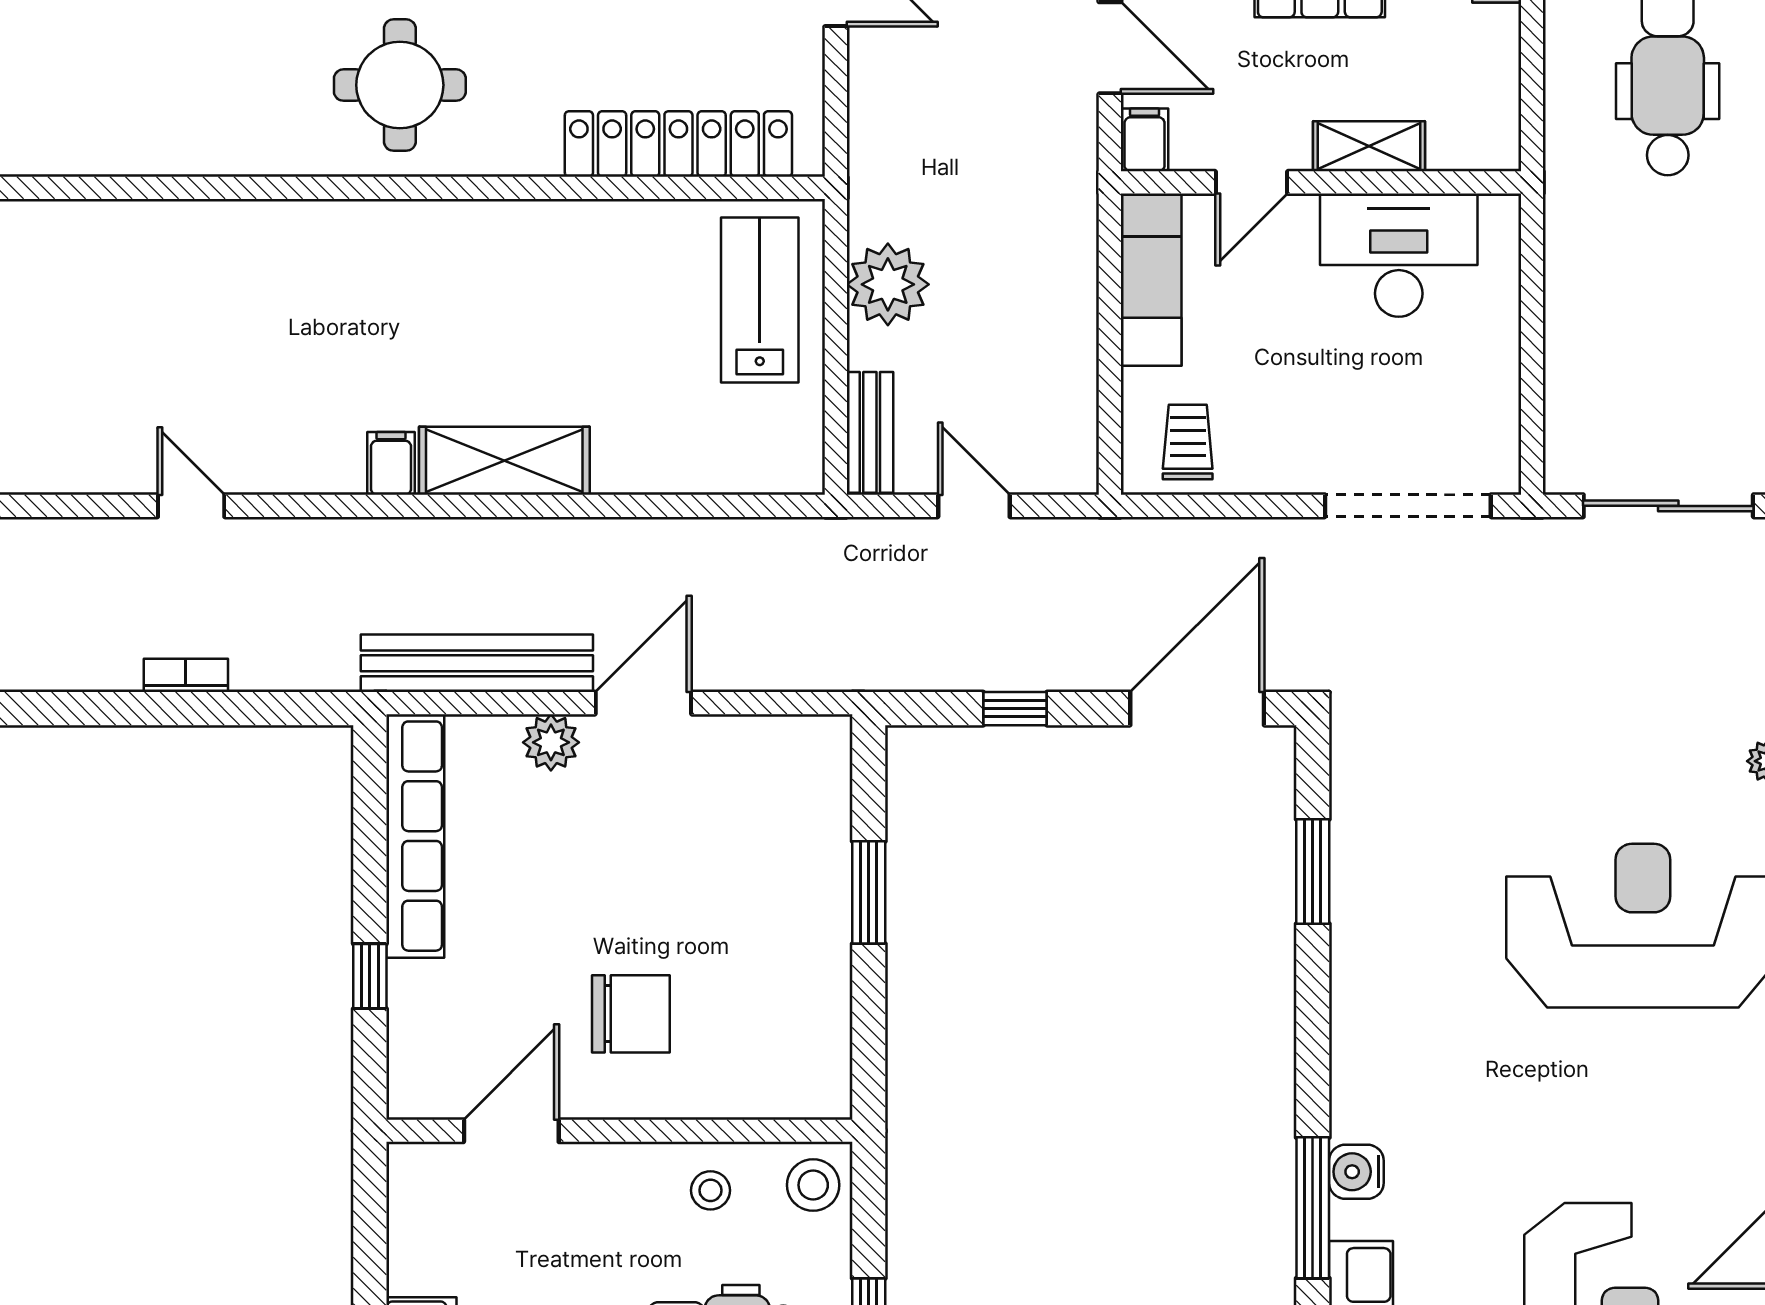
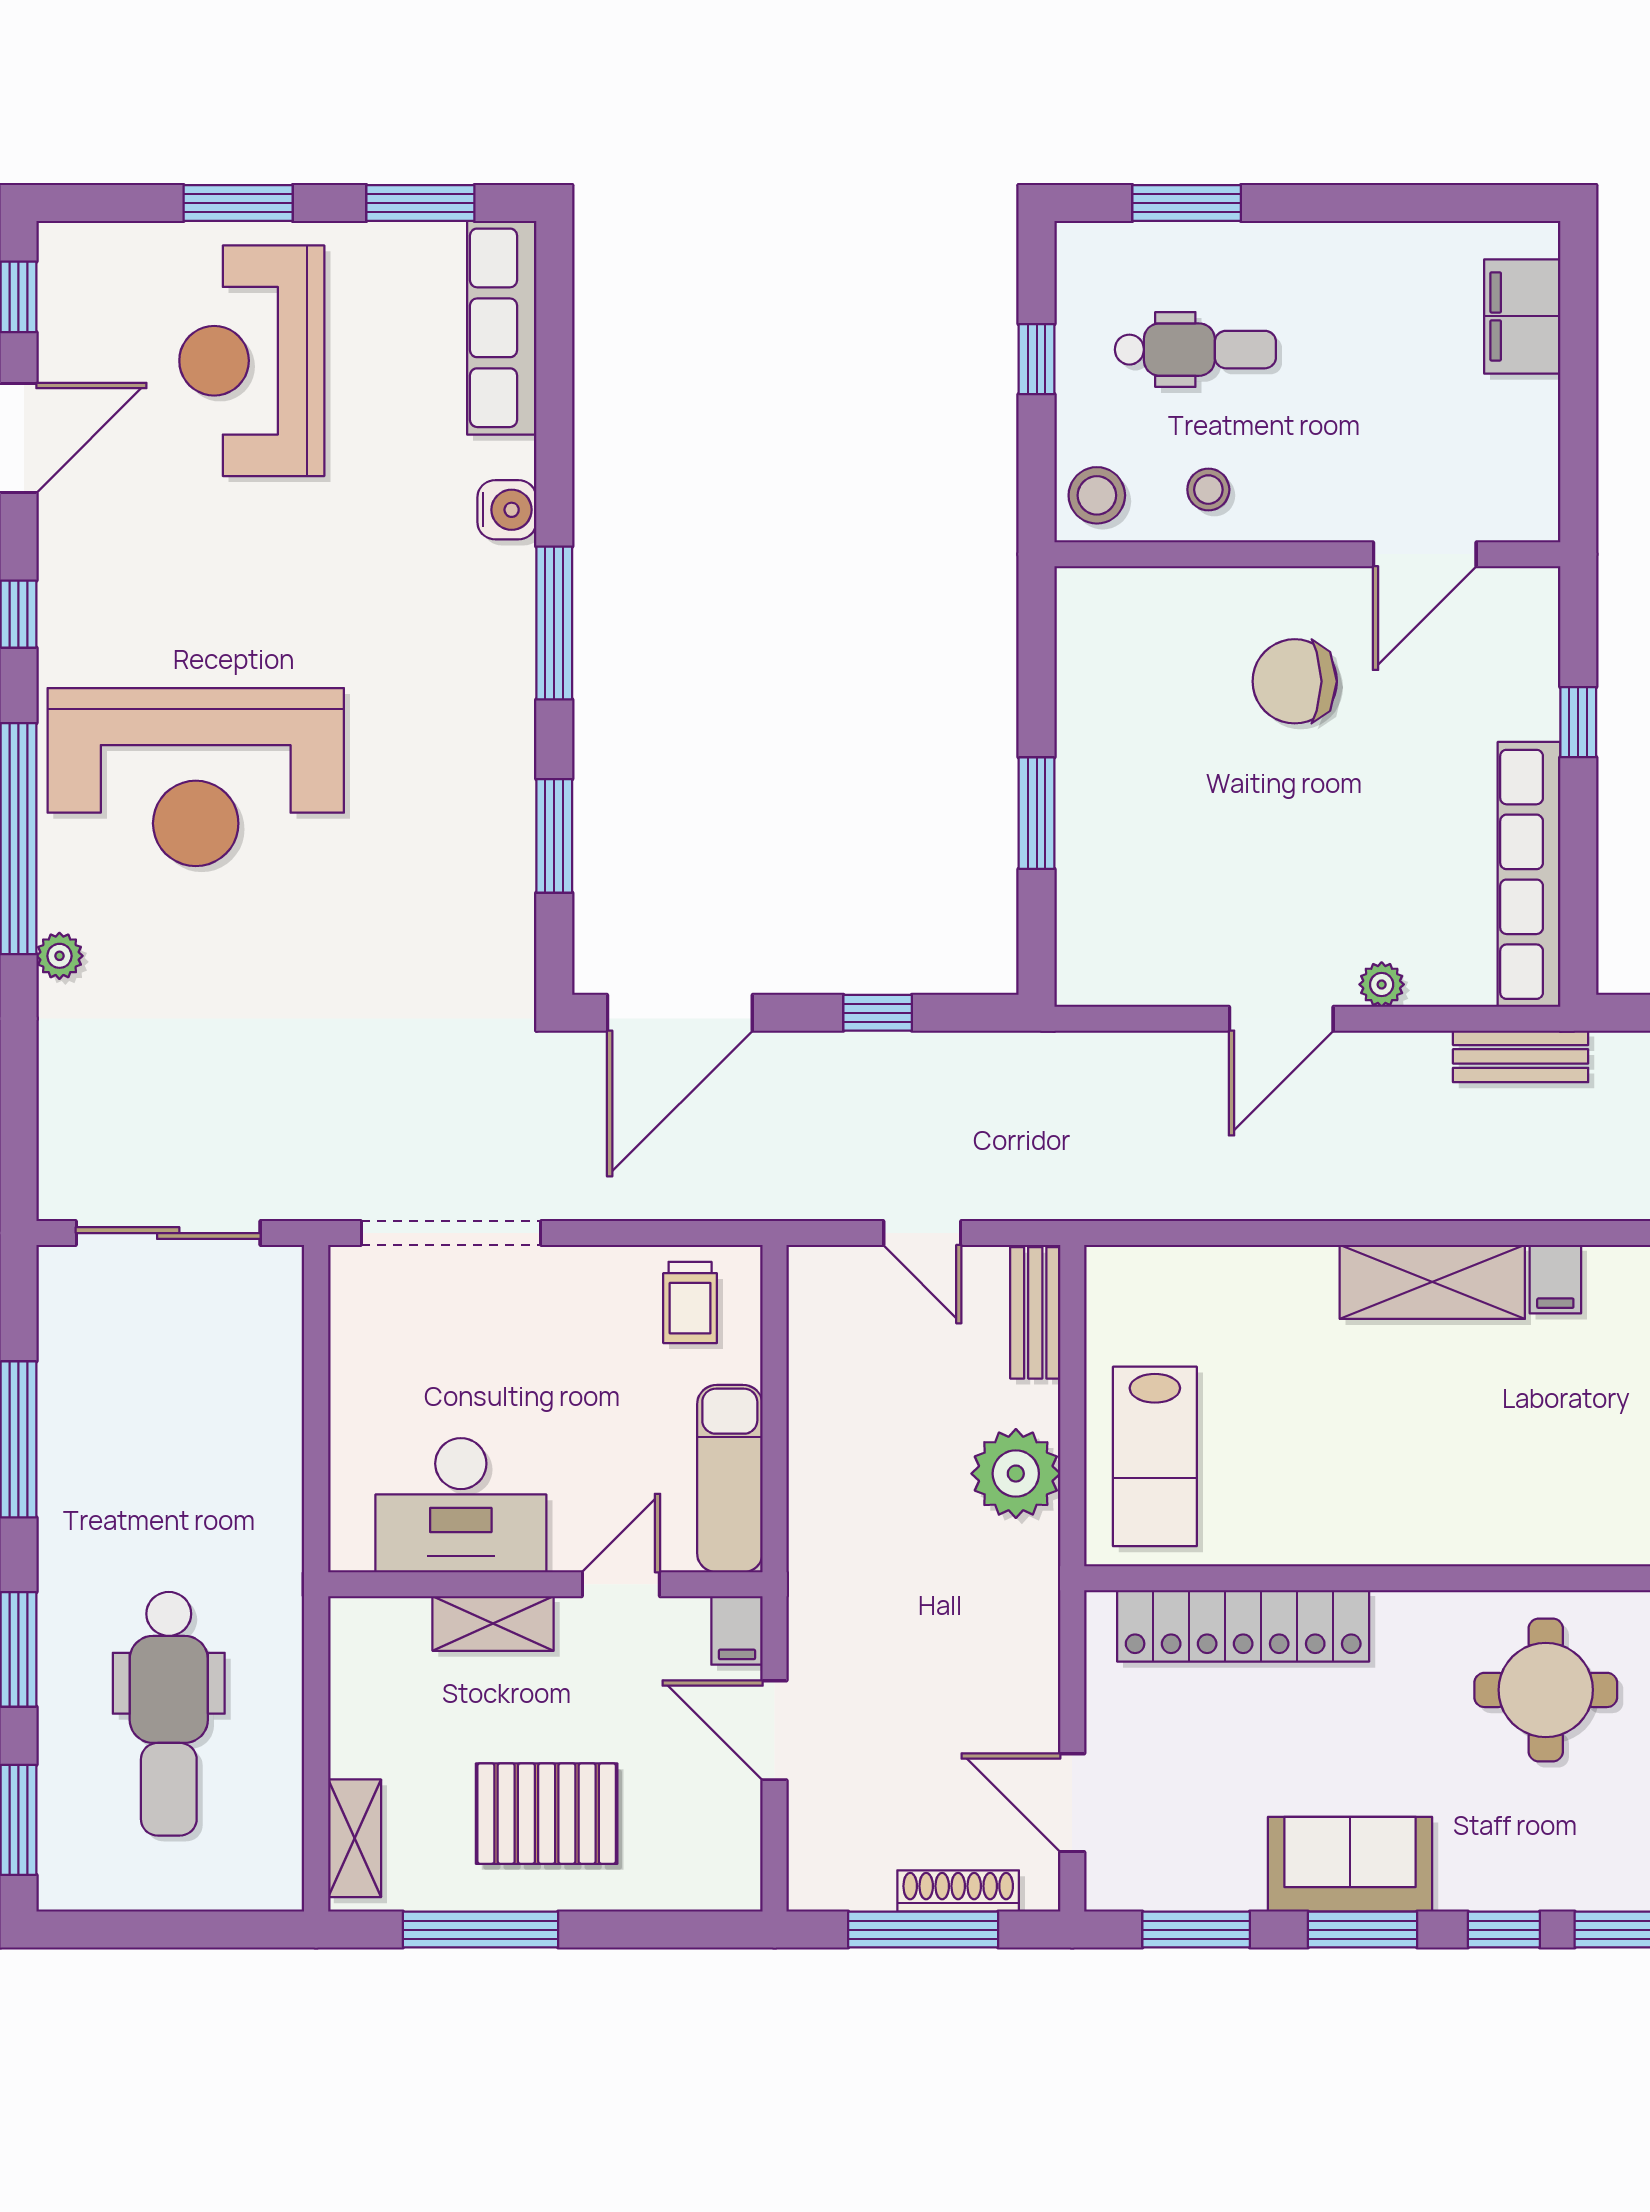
bench: (477, 663) -> (1521, 1056), width x0.54, depth x0.82
plant: (551, 742) -> (1382, 984), width x0.73, depth x0.73
window: (1313, 1208) -> (554, 623), moved

